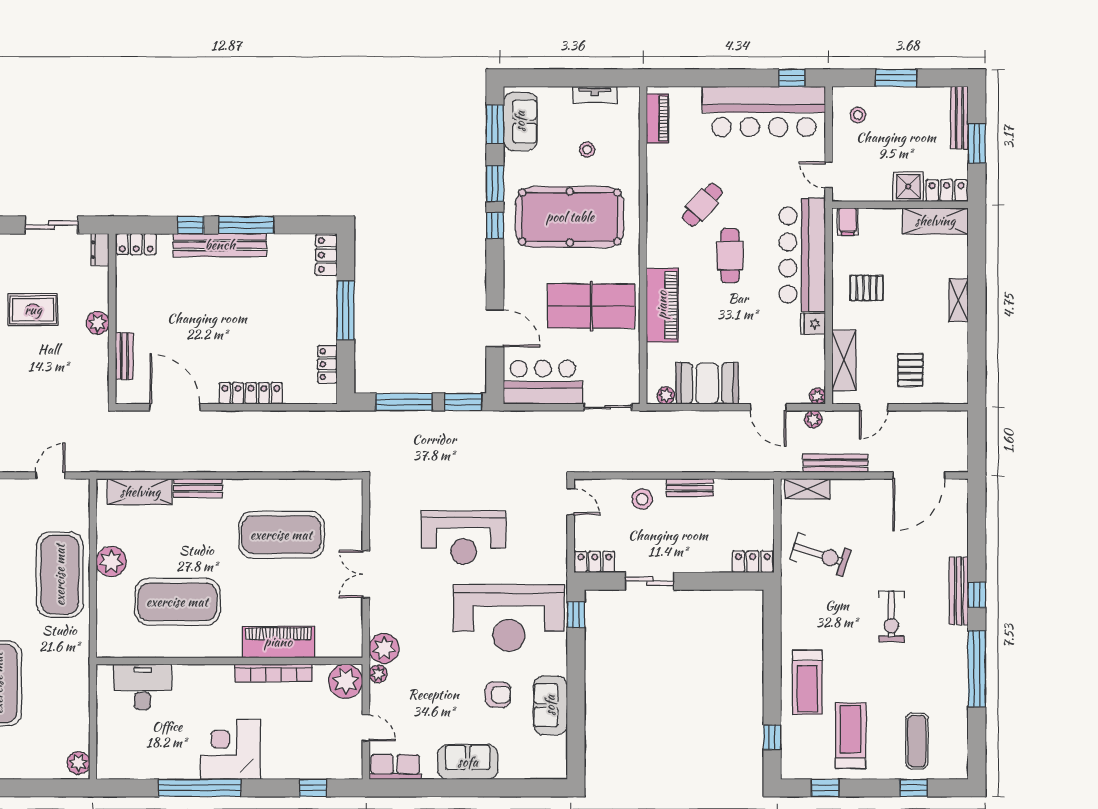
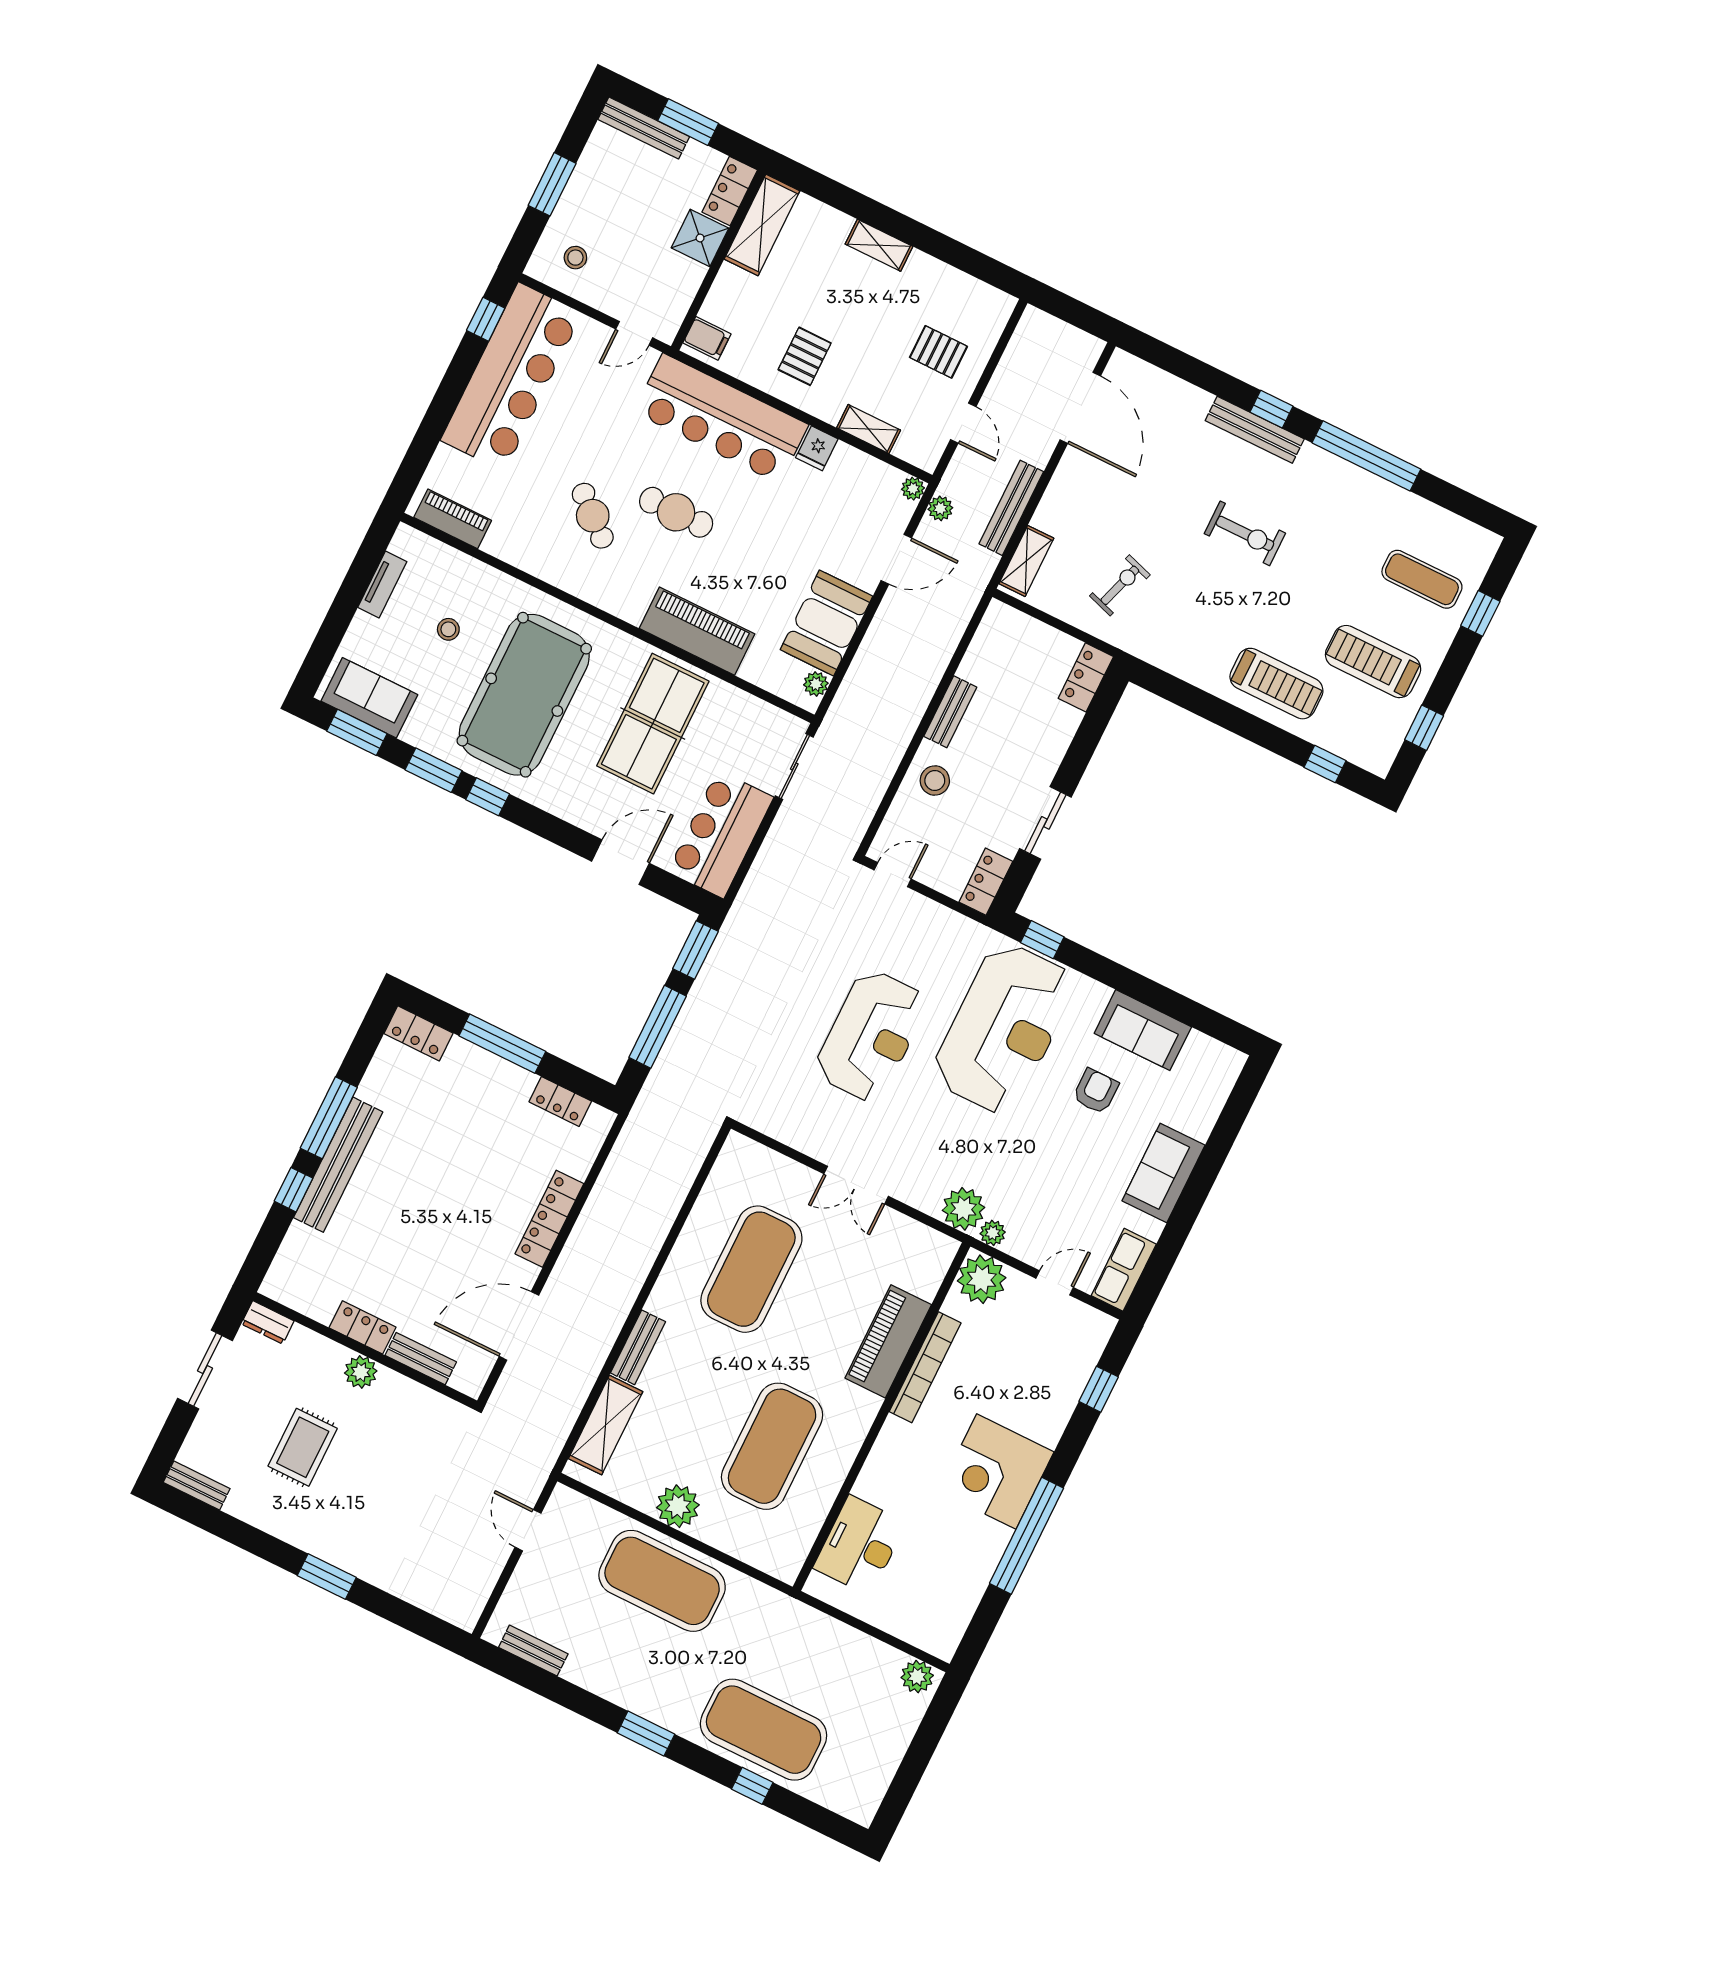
locker: (136, 244) -> (363, 1327), moved, turned -90
shelving: (844, 360) -> (869, 429), width x0.67, depth x0.75
exercise bike: (821, 555) -> (1120, 585), width x0.73, depth x0.72

